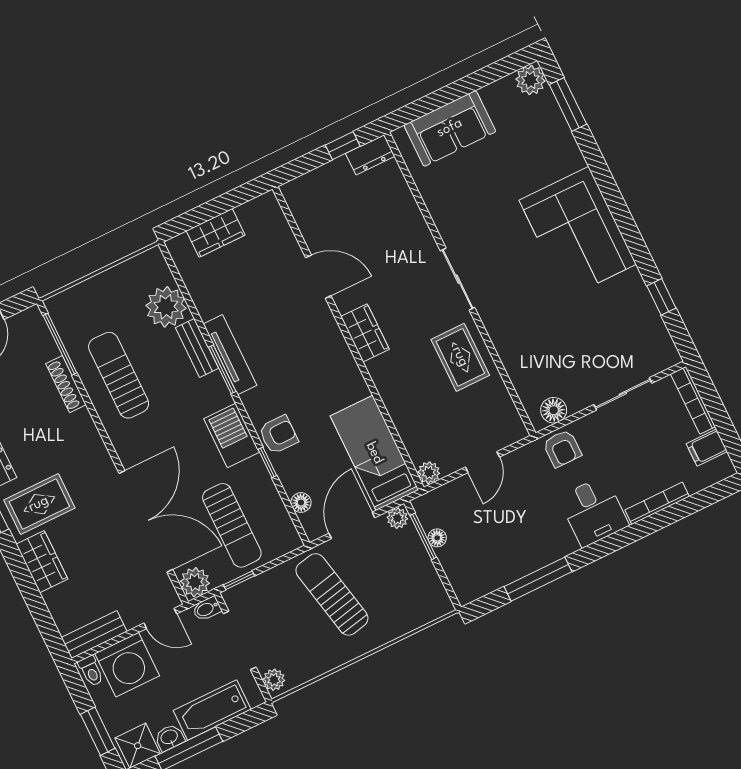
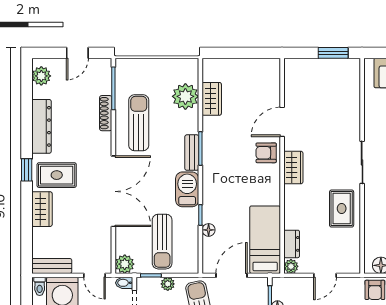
window: (343, 146) -> (333, 53), width x1.50
dresser: (370, 155) -> (292, 244), moved, turned -90
wardrobe: (216, 233) -> (212, 99), moved, turned -90
door: (318, 277) -> (282, 122), swing flipped
bench: (197, 348) -> (192, 153), moved
tv unit: (230, 355) -> (209, 142), removed
armchair: (278, 435) -> (266, 153), moved, turned 180
floor lamp: (301, 503) -> (209, 230), moved
plant: (397, 518) -> (168, 284), moved
double door: (146, 521) -> (113, 191), moved

